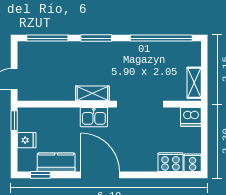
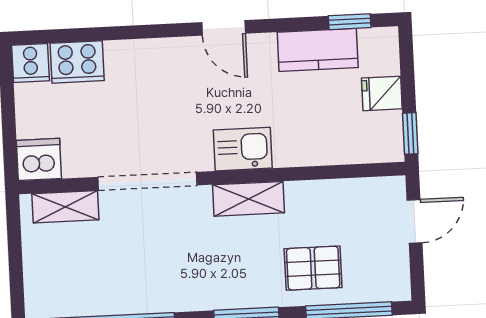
pallet: (63, 59) -> (313, 268), added
shelving: (194, 83) -> (65, 207), moved, turned 90
door: (100, 175) -> (224, 28), width x0.53

